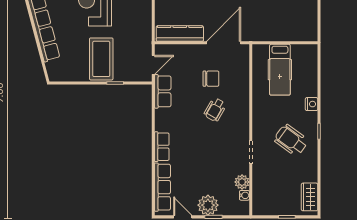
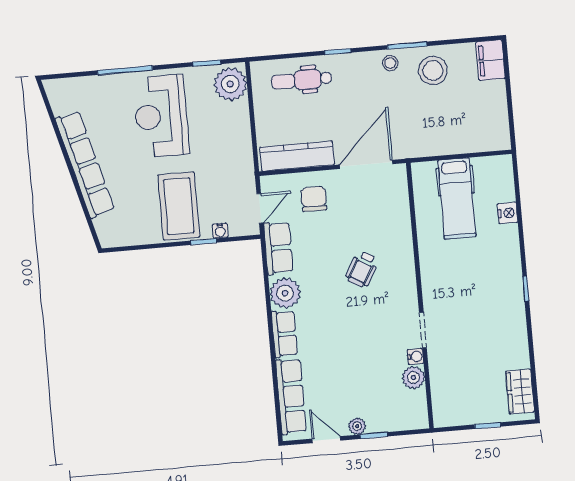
water cooler: (126, 77) -> (220, 231), added
chair: (211, 79) -> (314, 199), moved, turned -90
nightstand: (312, 104) -> (508, 213), moved
plant: (165, 121) -> (285, 293), added
wheelchair: (291, 140) -> (484, 306), removed
water cooler: (244, 195) -> (415, 356), moved
plant: (208, 205) -> (357, 426), width x0.53, depth x0.53

